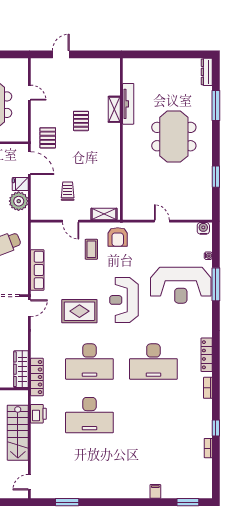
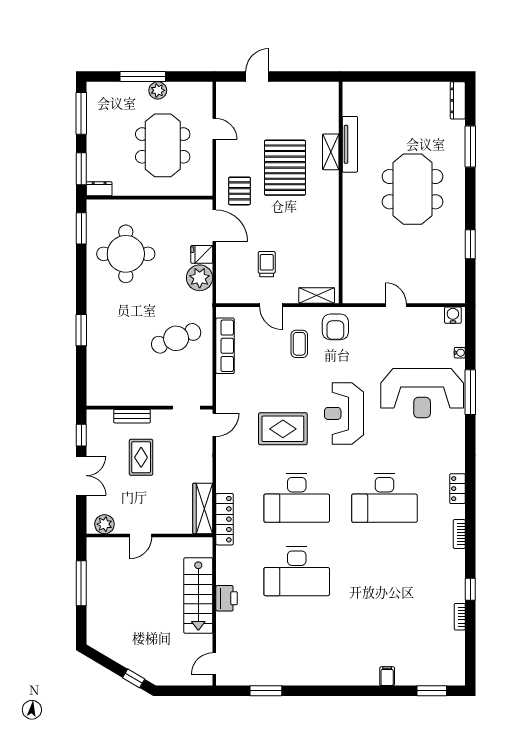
pallet: (81, 121) -> (285, 168), width x2.05, depth x2.00
row of seats: (37, 270) -> (225, 346), moved
locker: (207, 355) -> (458, 489), width x0.66
printer: (38, 414) -> (227, 598), moved

